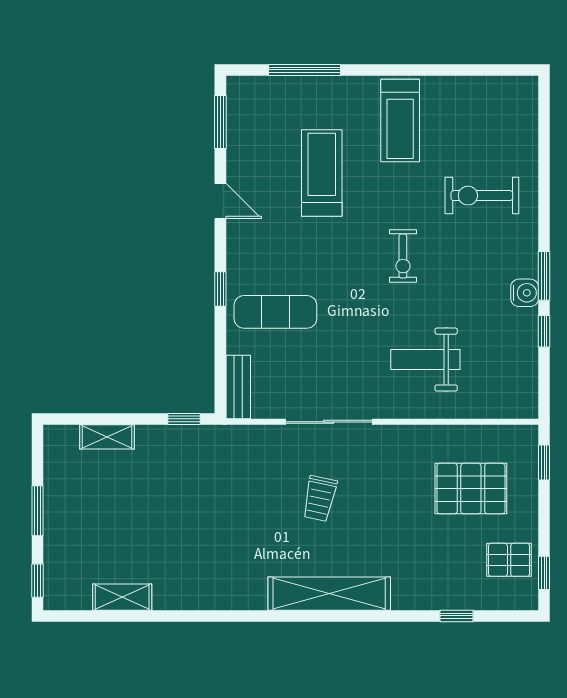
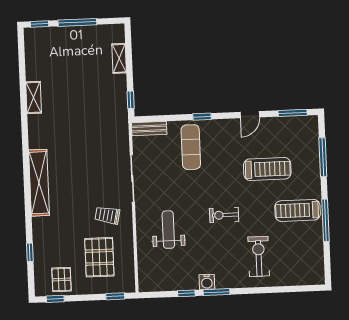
window: (421, 70) -> (325, 220), added
trolley: (320, 499) -> (107, 215), moved
window: (37, 511) -> (77, 22), width x1.44
shelving: (122, 597) -> (34, 97), moved

